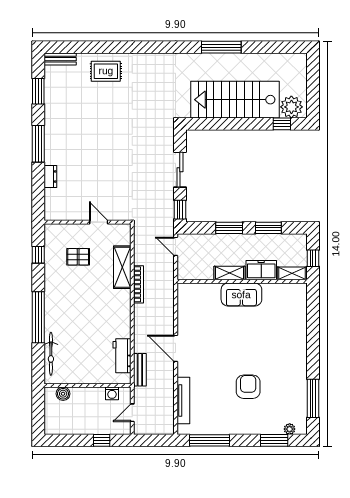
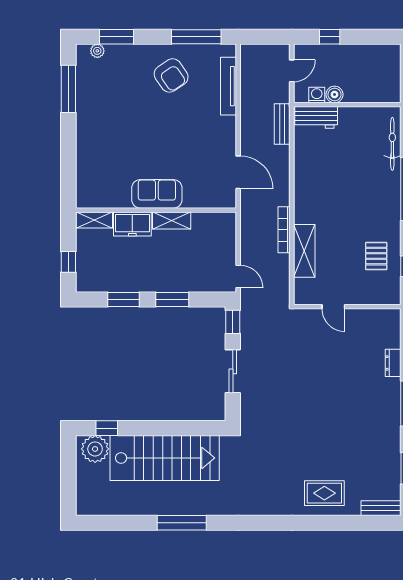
pallet: (78, 257) -> (376, 256), moved, turned 90
freezer: (261, 270) -> (132, 224), moved
shelving: (229, 273) -> (172, 220), moved
shelving: (292, 273) -> (94, 220), moved
wall: (242, 281) -> (156, 210), moved
sofa: (241, 295) -> (157, 194), moved
door: (176, 348) -> (238, 172), moved
workbench: (122, 356) -> (316, 117), moved, turned 90
armchair: (248, 387) -> (171, 75), moved, turned -34
boiler: (63, 394) -> (335, 94), moved

